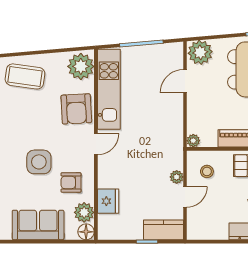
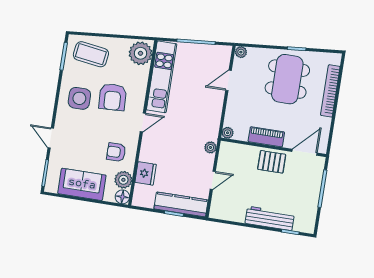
plant: (200, 52) -> (241, 52), width x0.53, depth x0.53
armchair: (76, 109) -> (113, 97), moved
side table: (39, 162) -> (79, 98), moved
stool: (207, 171) -> (235, 161), removed
plant: (177, 177) -> (210, 147), moved
kitchen counter: (163, 230) -> (181, 204), width x1.50

